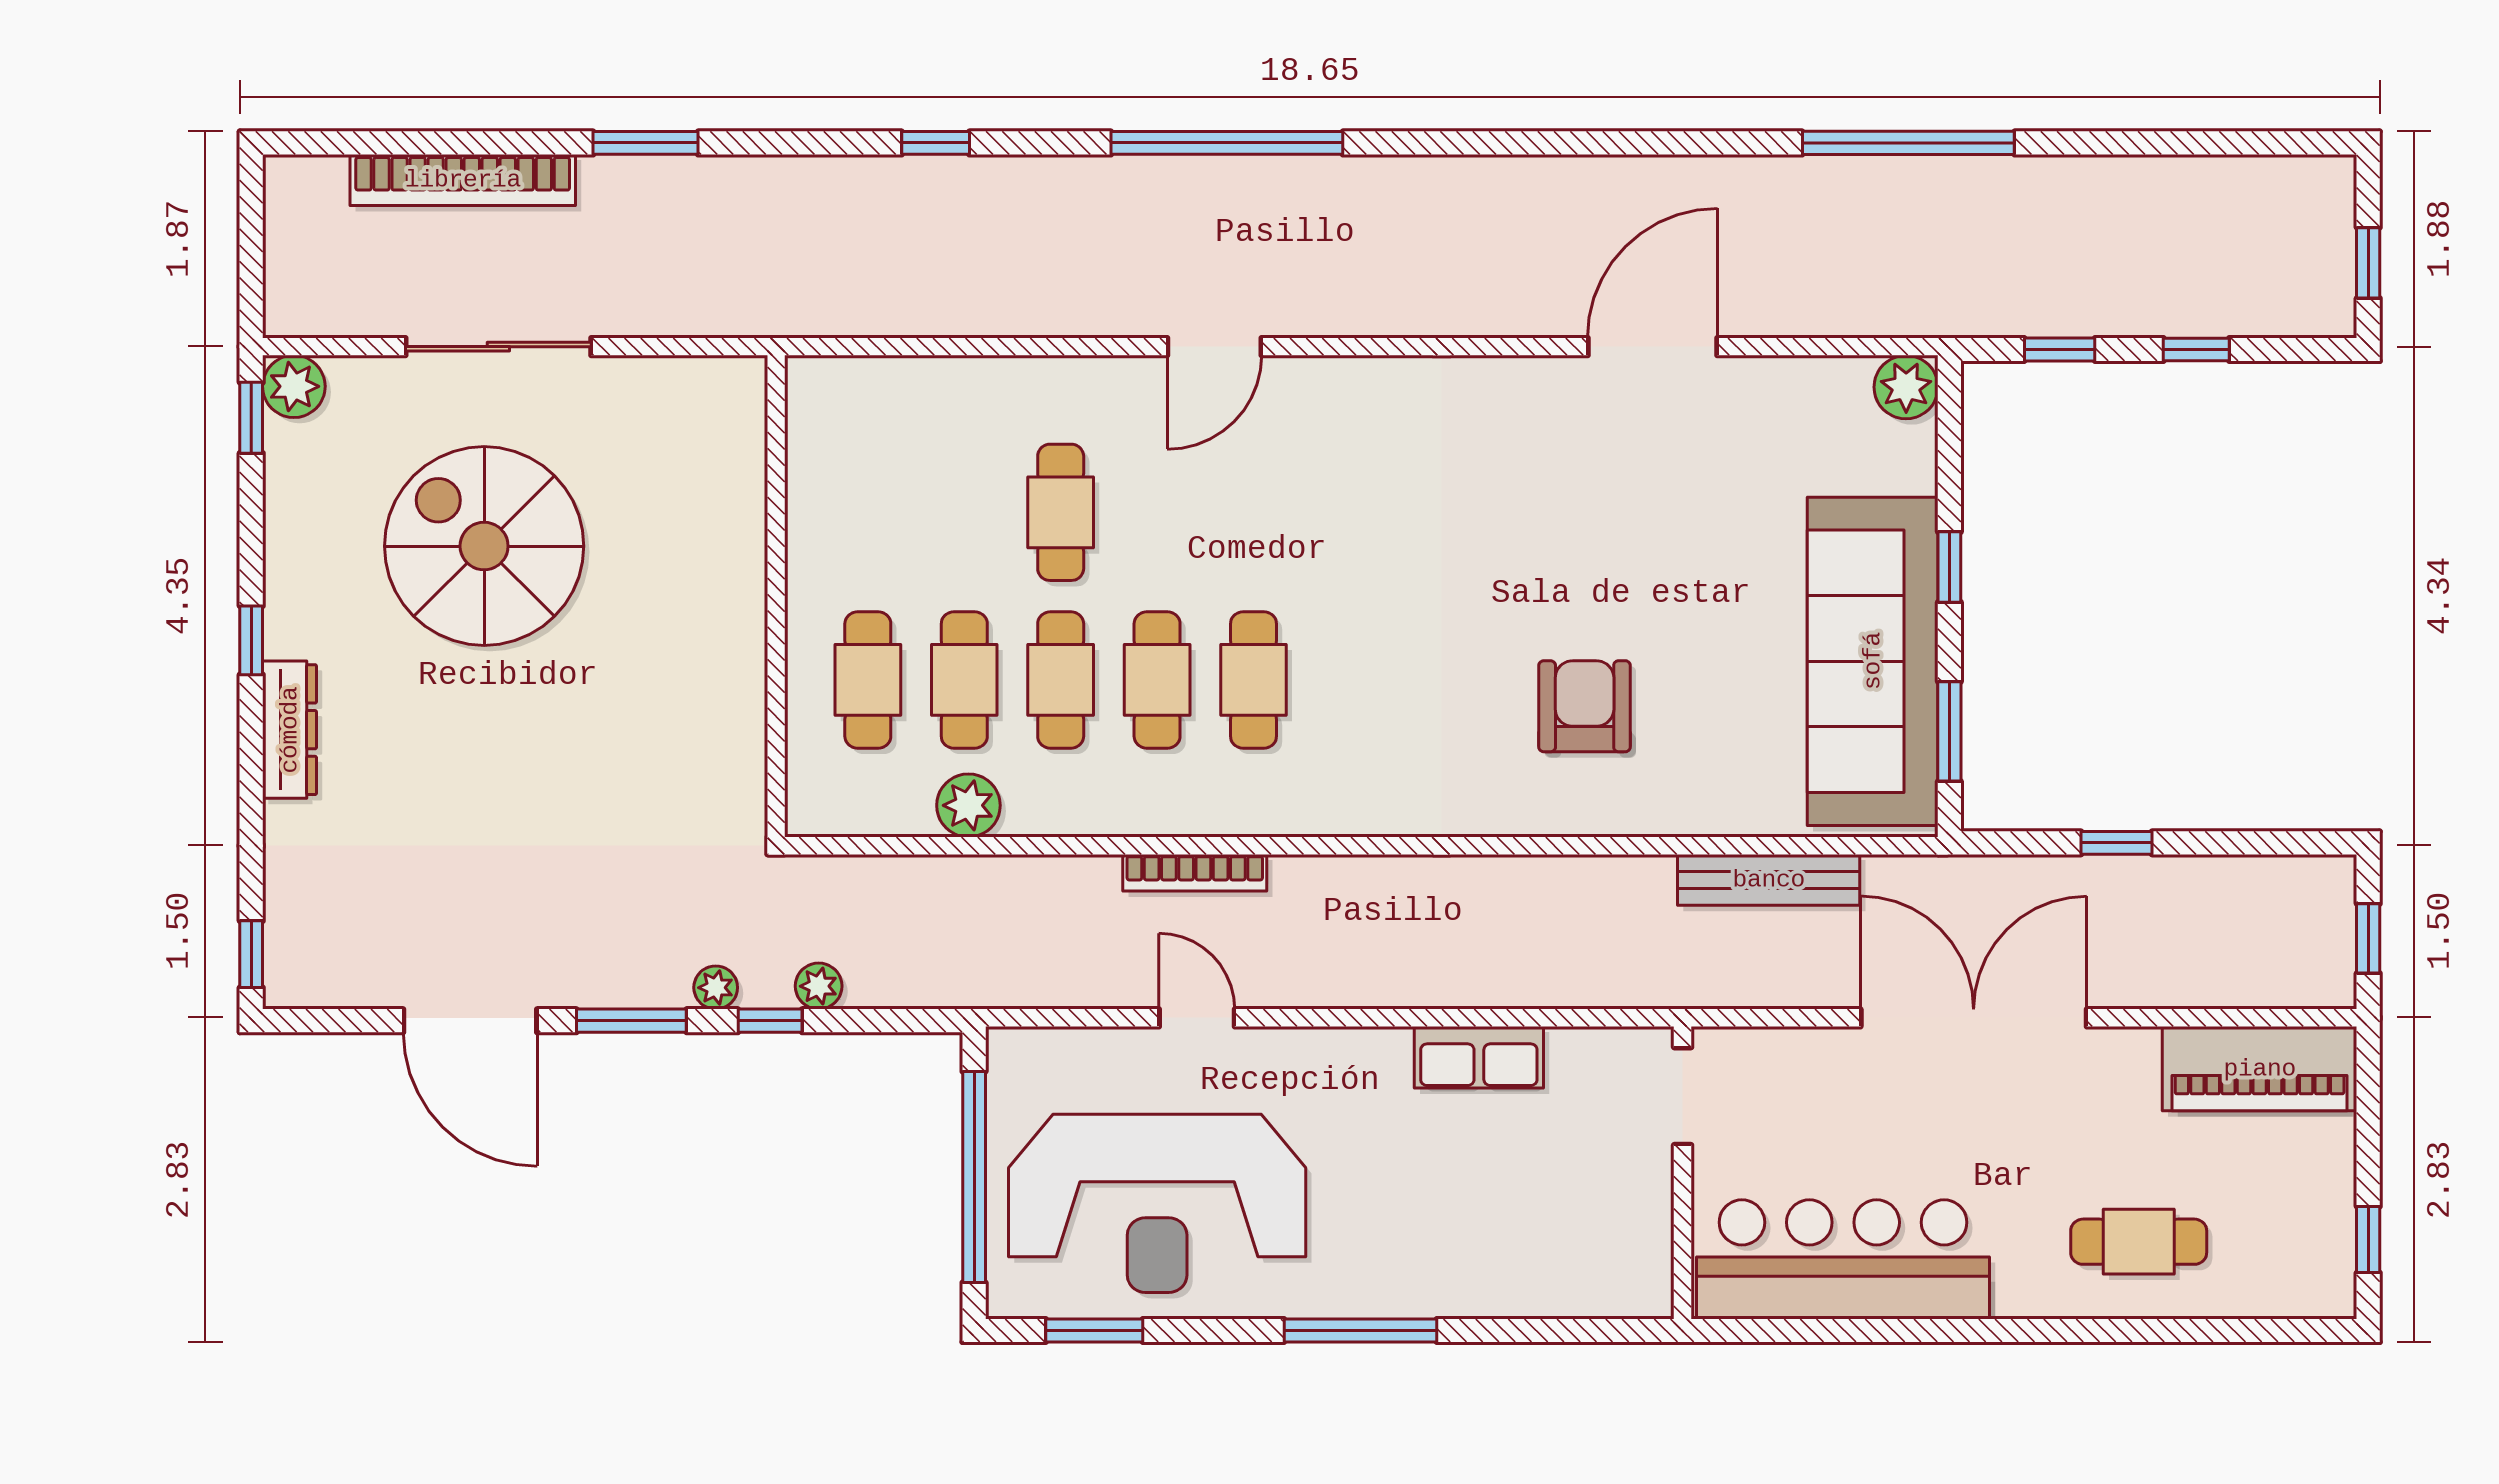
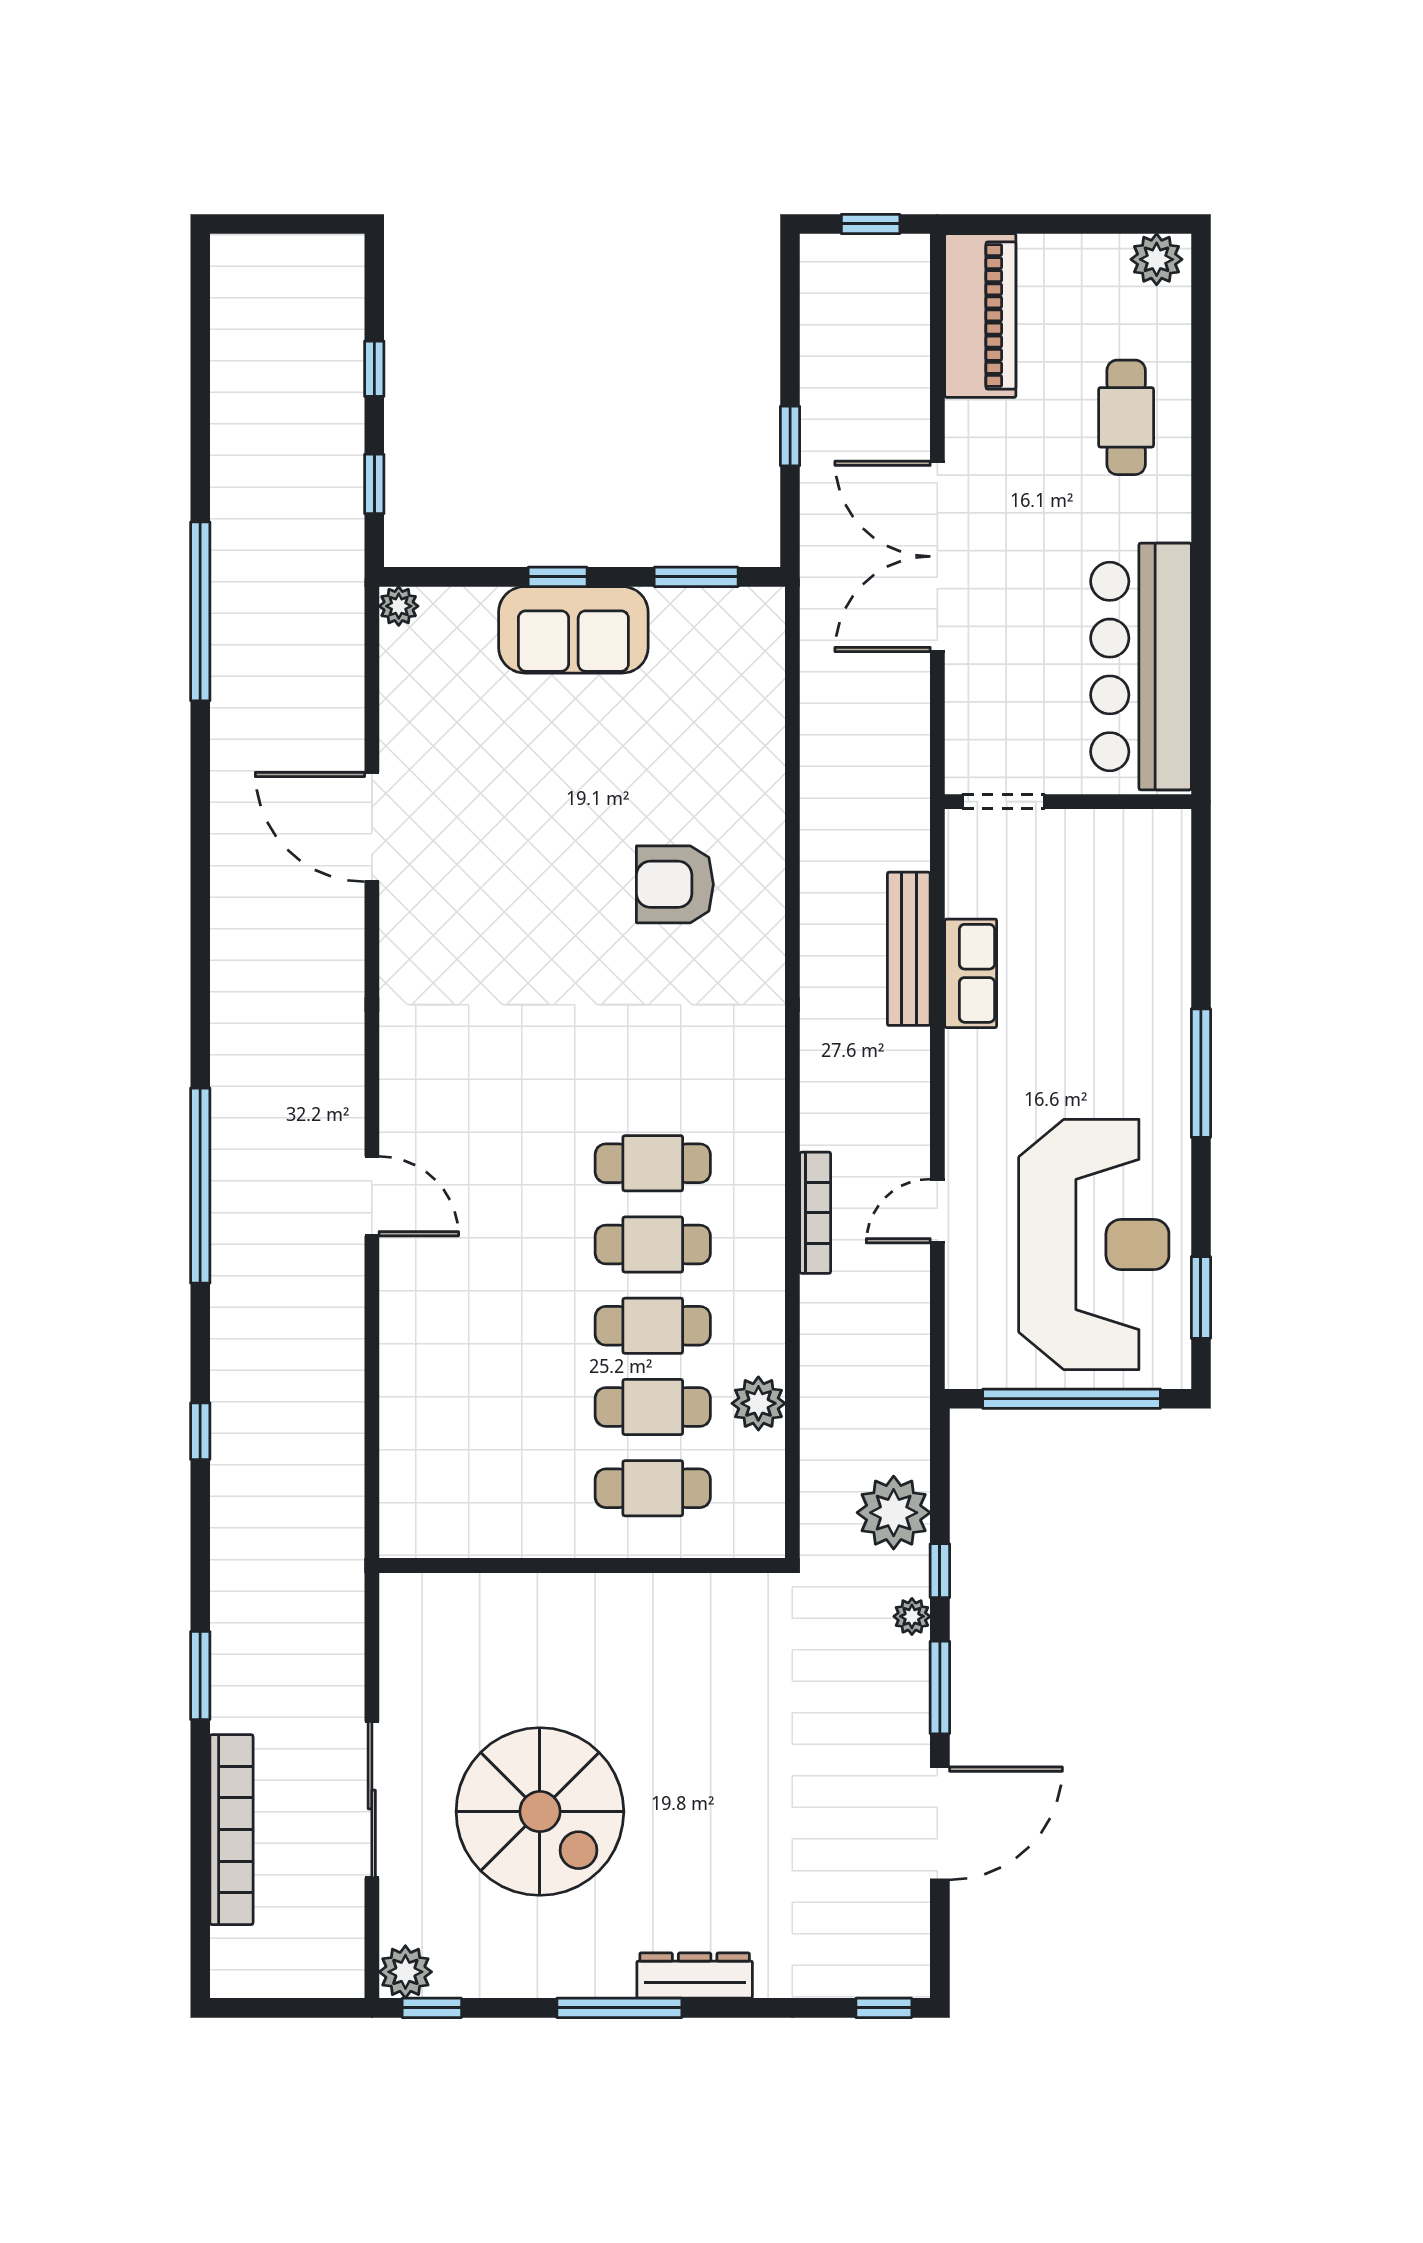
window: (2368, 263) -> (301, 224), removed
plant: (1906, 387) -> (399, 606), width x0.73, depth x0.73
cafe table: (1061, 512) -> (512, 1326), removed
spiral stairs: (484, 546) -> (540, 1812), turned -90
window: (251, 640) -> (619, 2008), width x2.17
sofa: (1873, 661) -> (573, 630), width x0.54, depth x0.79
bench: (1769, 880) -> (909, 949), moved
plant: (819, 986) -> (894, 1513), width x1.88, depth x1.88
window: (2368, 1240) -> (1124, 224), removed
plant: (2326, 1278) -> (1157, 259), added

